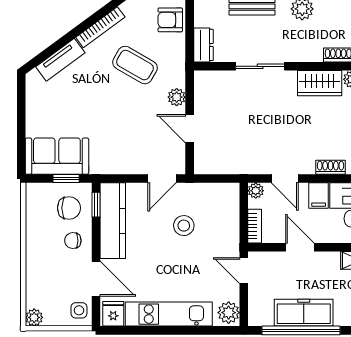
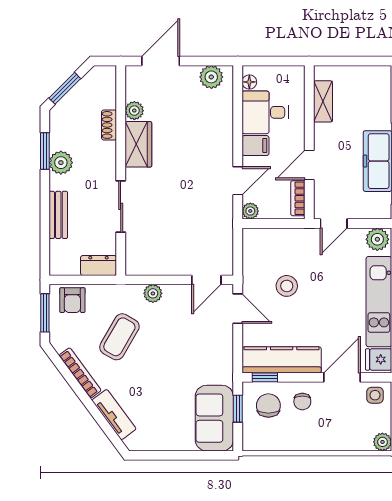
door: (190, 129) -> (206, 280), moved
shoe rack: (331, 167) -> (226, 133), removed
bookcase: (255, 226) -> (298, 198), moved, turned -90

